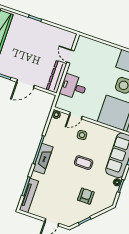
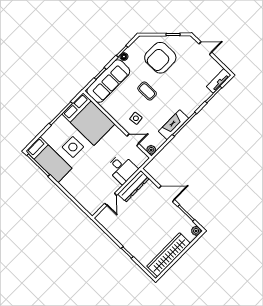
fireplace: (43, 159) -> (173, 125), moved
tv unit: (29, 196) -> (219, 81), width x0.71
armchair: (86, 196) -> (160, 58), width x1.88, depth x1.88

